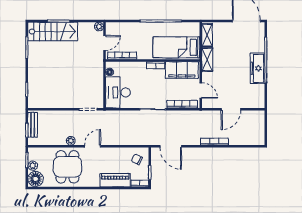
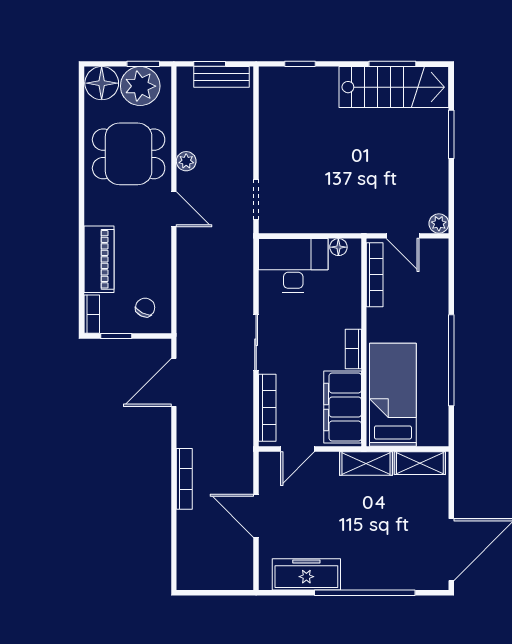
stairs: (53, 32) -> (394, 87), moved, turned -90
freezer: (258, 68) -> (306, 574), moved
plant: (33, 166) -> (140, 86), width x1.88, depth x1.88

